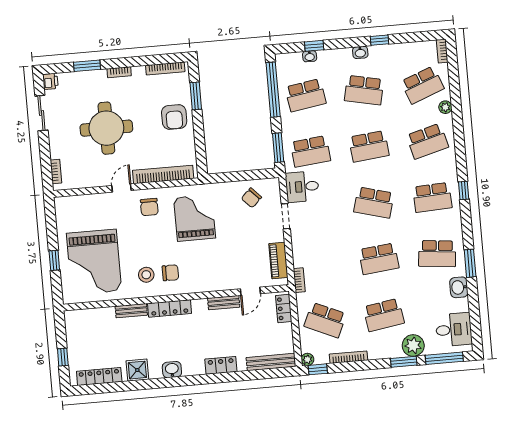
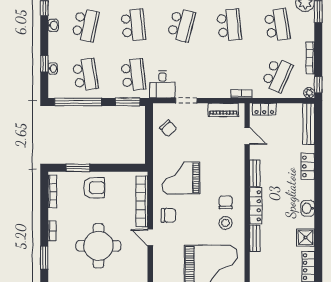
bench: (224, 303) -> (255, 173), moved

